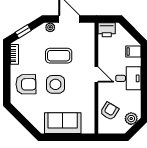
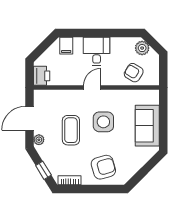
armchair: (26, 84) -> (103, 167), turned 75
side table: (55, 84) -> (103, 122), moved

